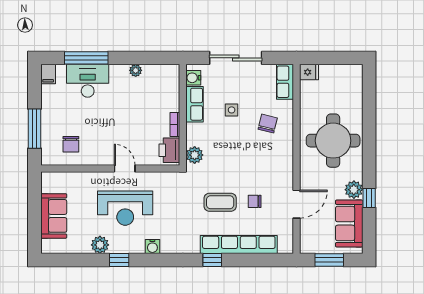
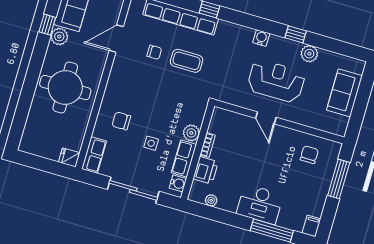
plant: (136, 70) -> (211, 200), moved
desk: (88, 81) -> (260, 204), moved
chair: (268, 124) -> (121, 121), turned 76
printer: (169, 150) -> (206, 170), moved
plant: (195, 155) -> (191, 133), moved

